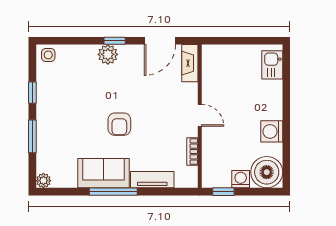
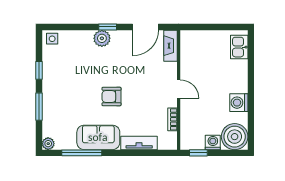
armchair: (119, 124) -> (112, 96), turned 90
window: (113, 192) -> (82, 153), moved

